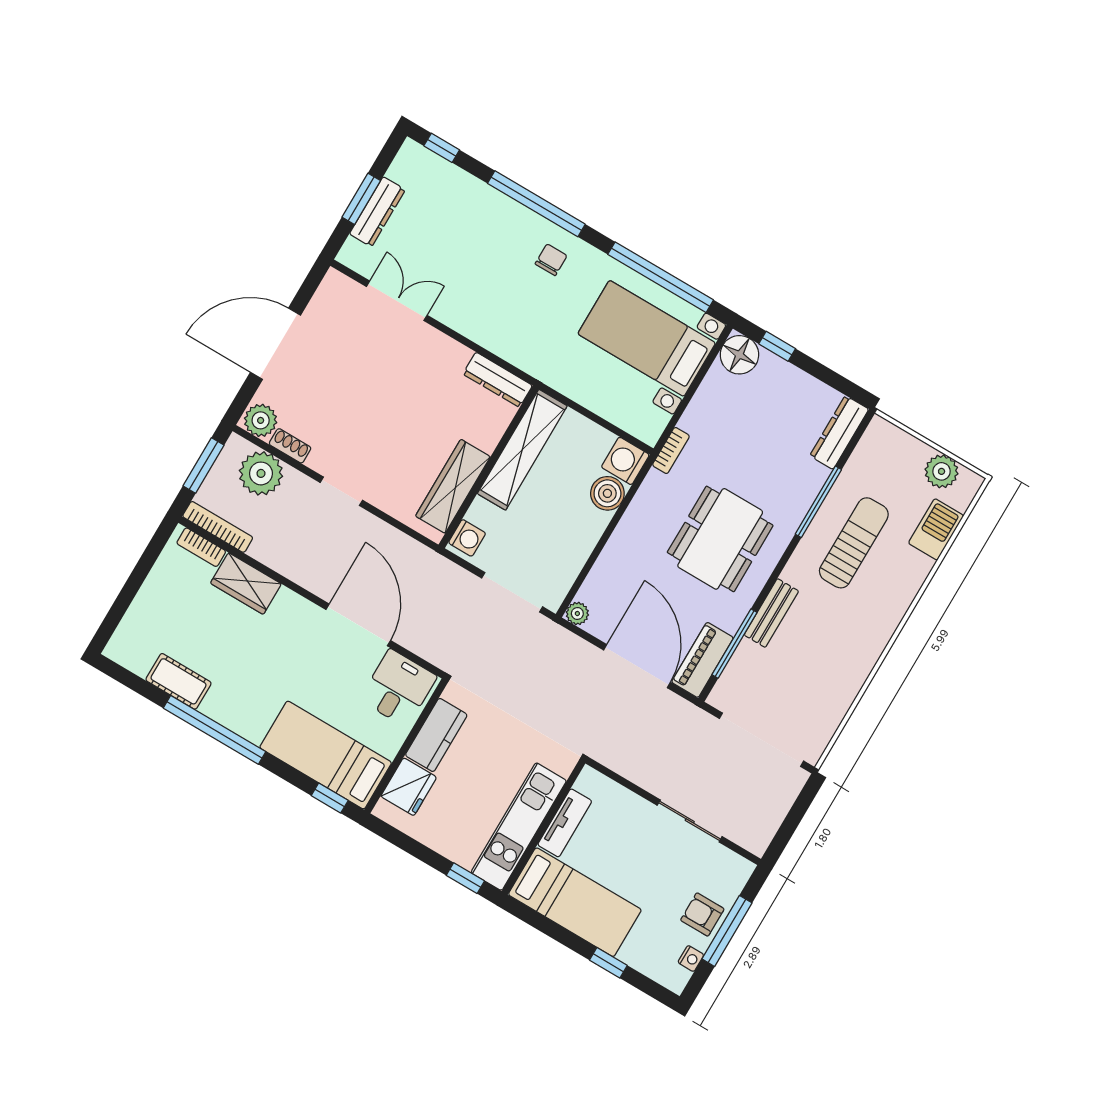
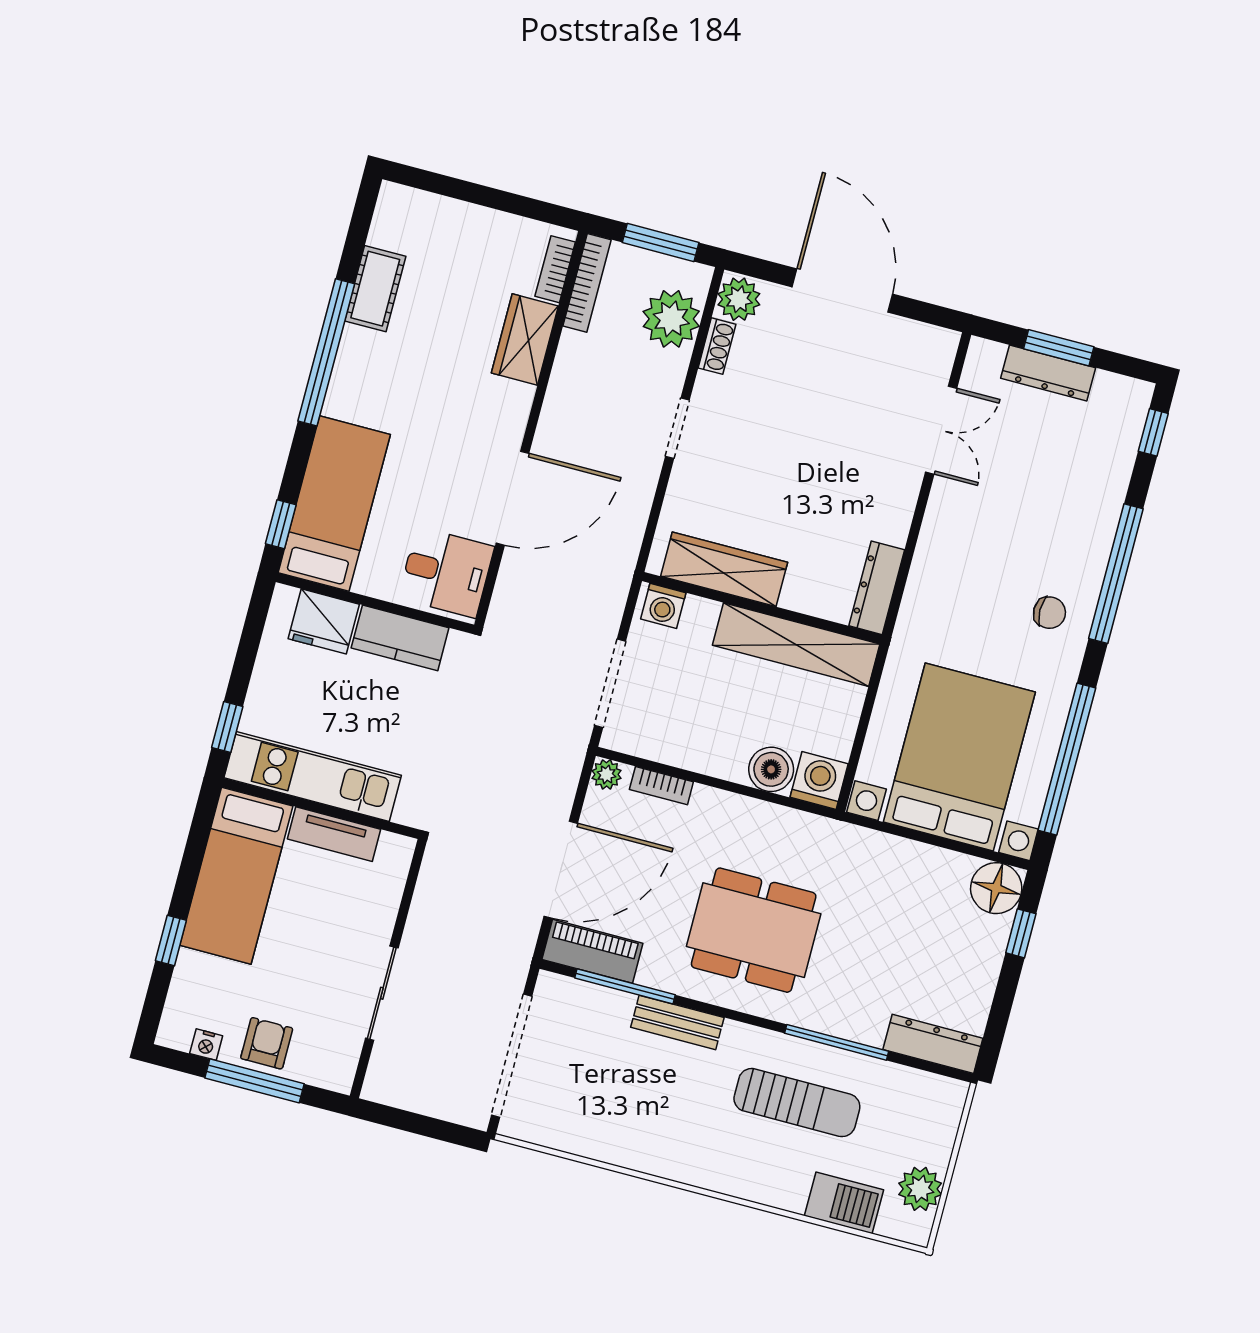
bed with nightstands: (647, 338) -> (959, 757), width x1.36
bookcase: (671, 451) -> (661, 786), moved

